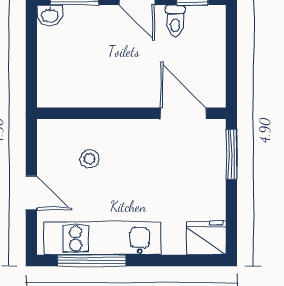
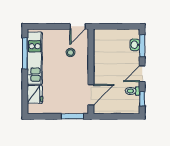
washbasin: (50, 15) -> (135, 45), moved
door: (31, 193) -> (78, 26), moved
fridge: (206, 238) -> (35, 94), moved

